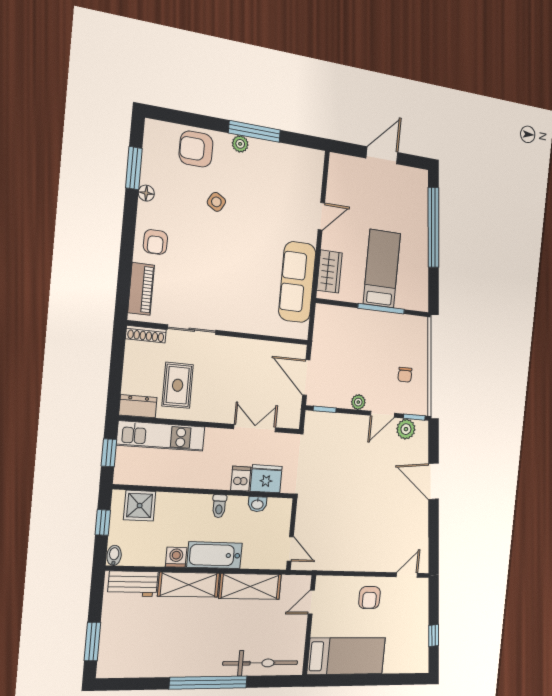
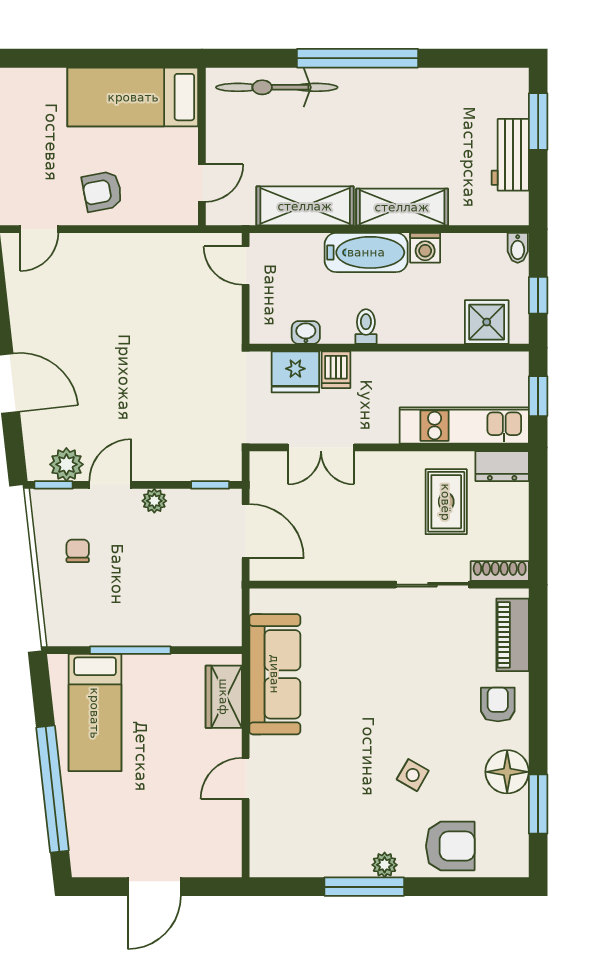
floor lamp: (146, 193) -> (507, 772), width x1.89, depth x1.89
bed: (382, 269) -> (95, 713), moved
workbench: (133, 584) -> (510, 155), moved, turned -90
armchair: (370, 598) -> (102, 191), turned -101

